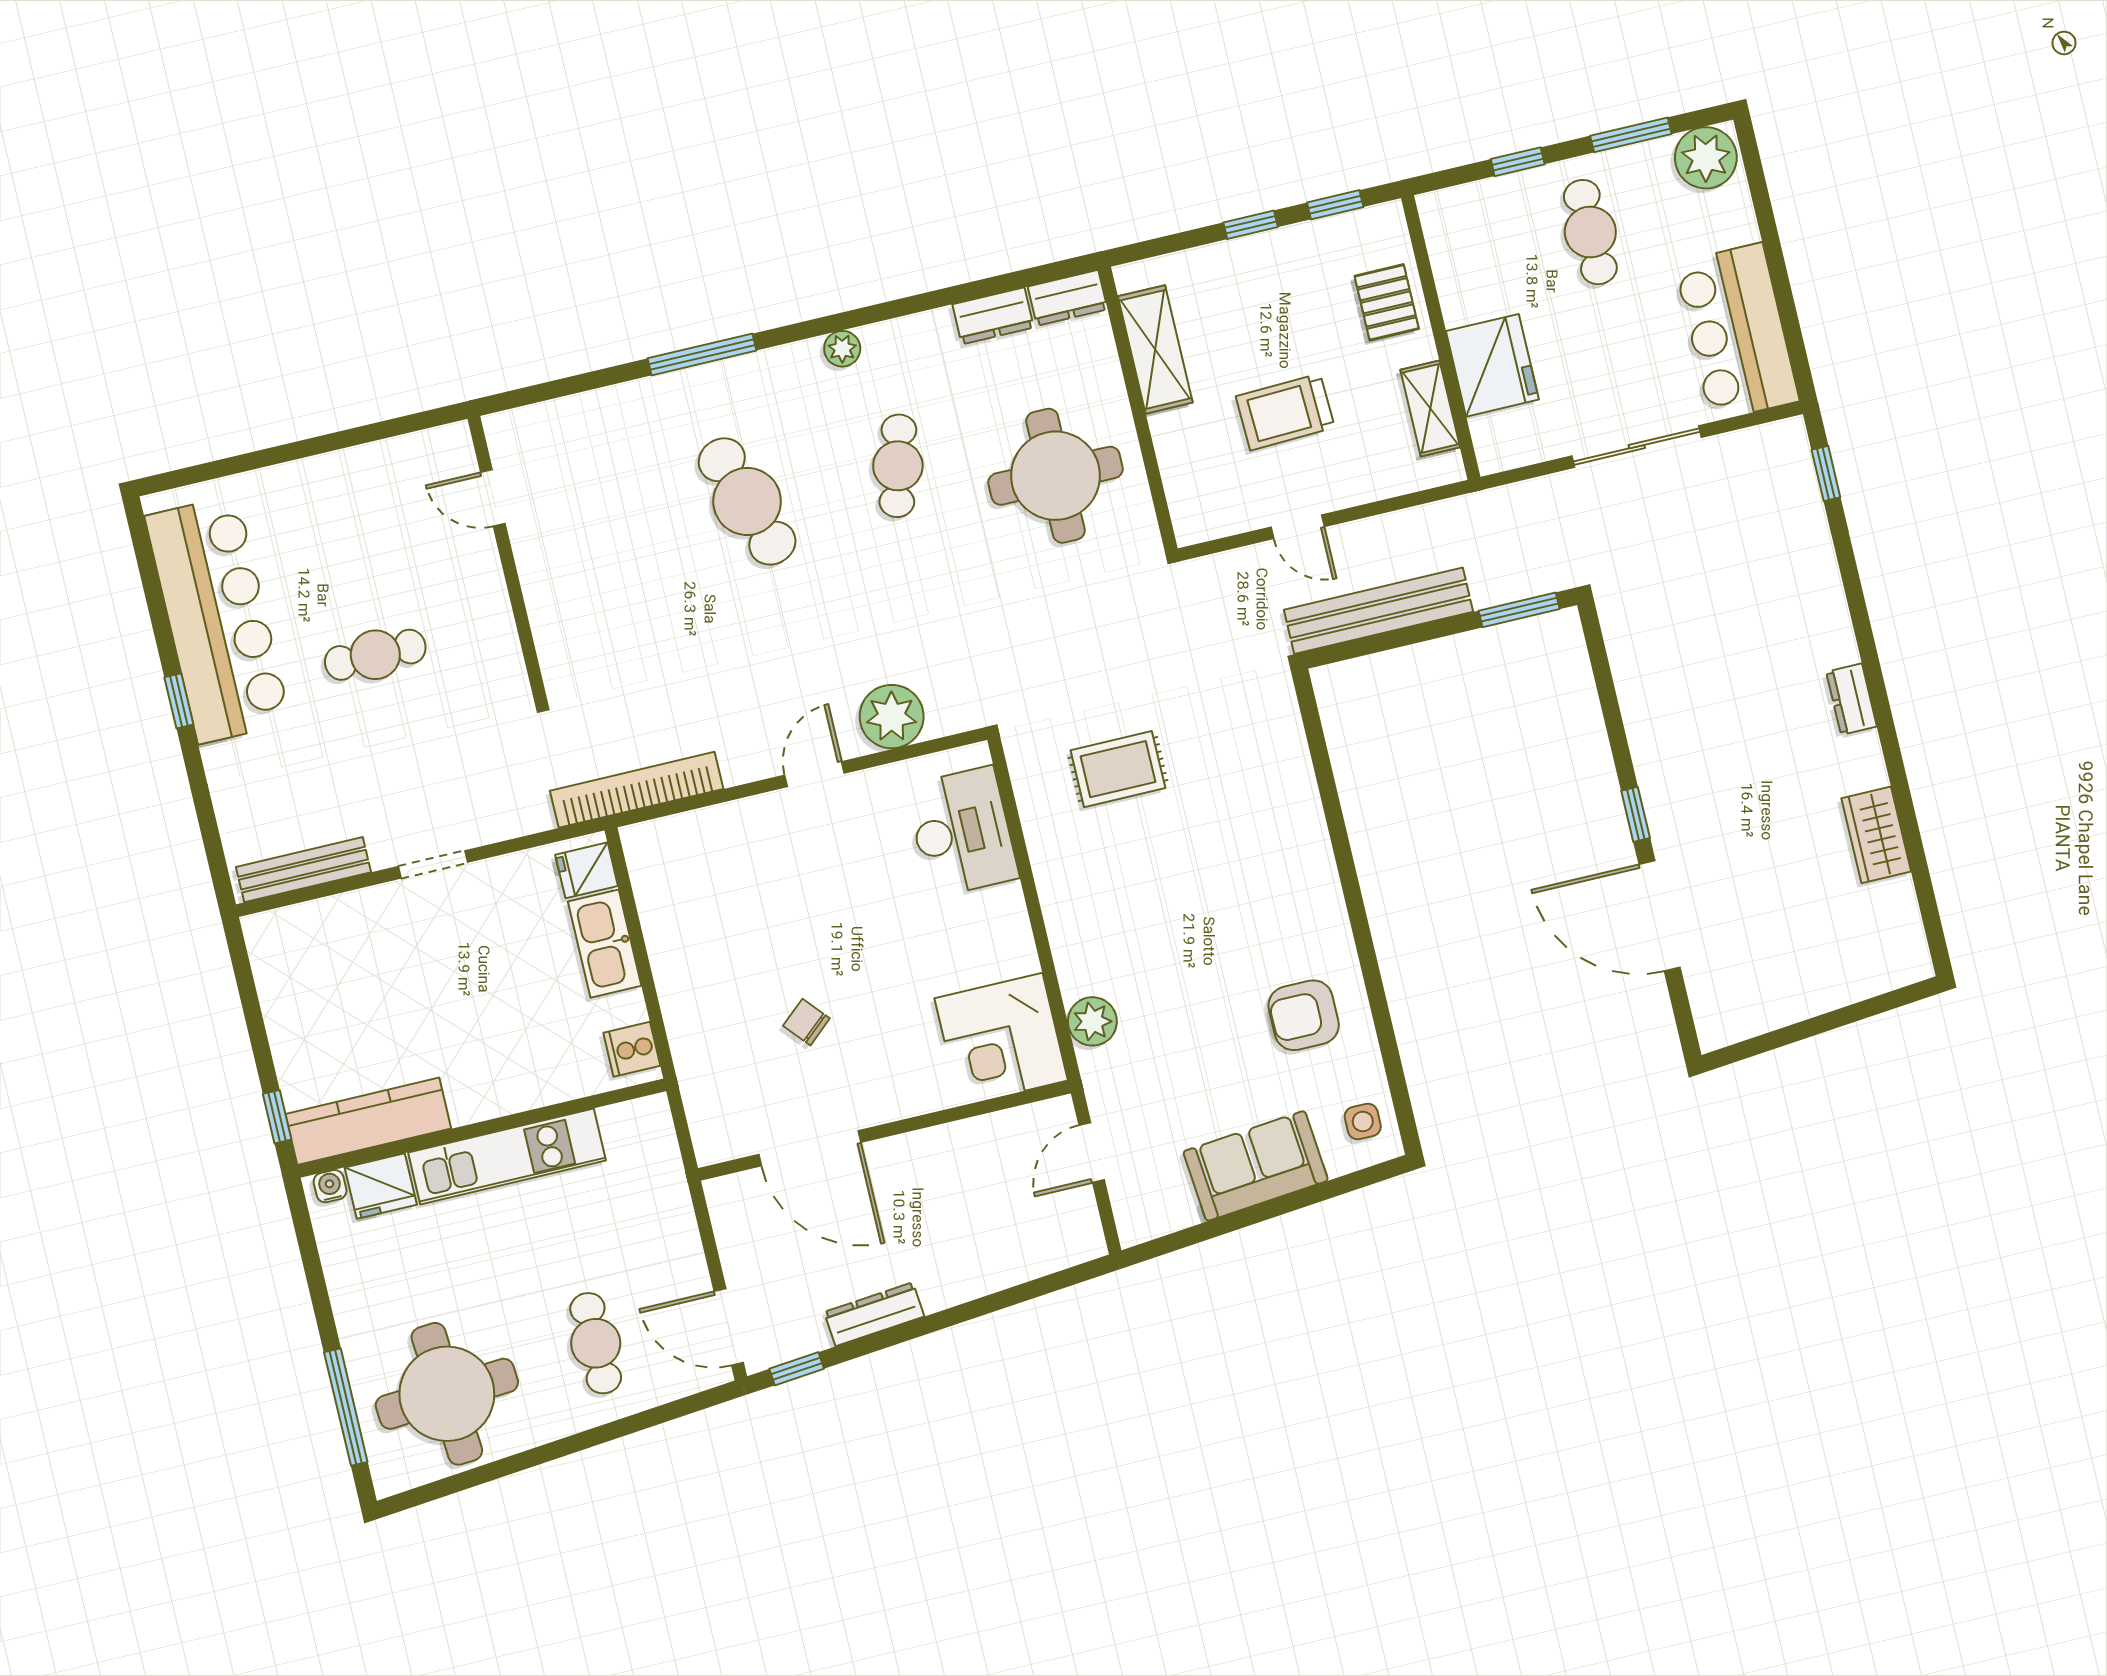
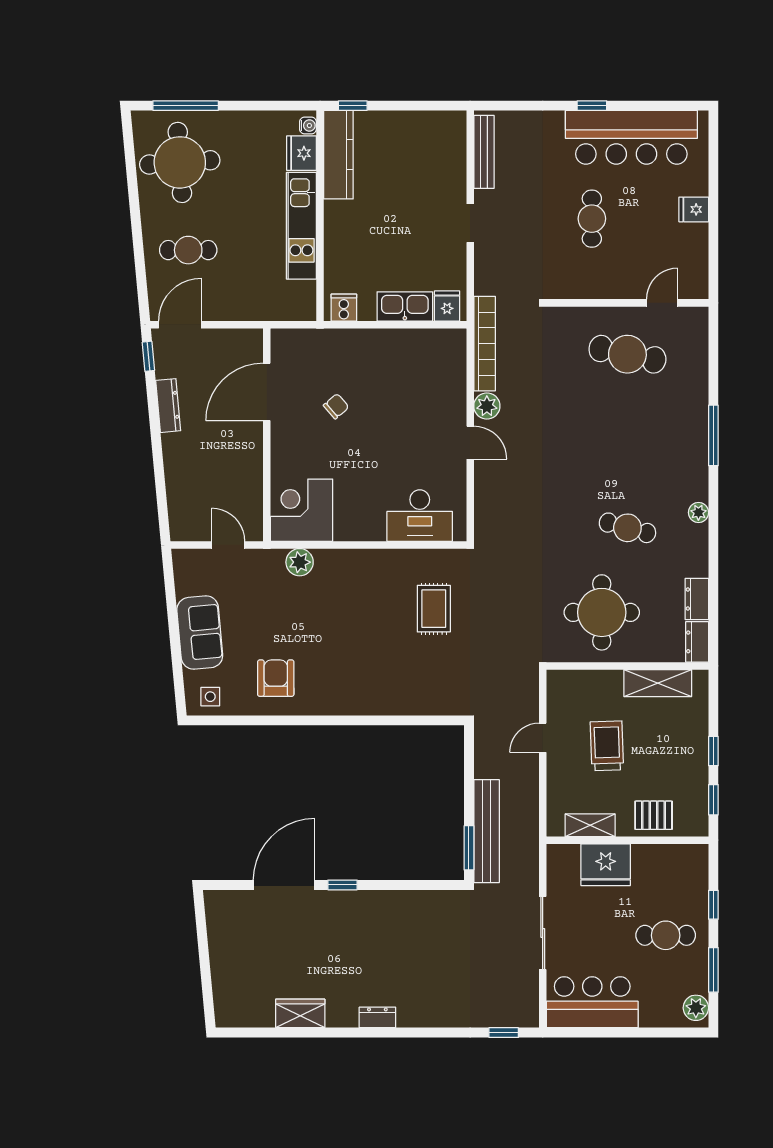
plant: (1706, 158) -> (696, 1008), width x0.73, depth x0.73
fridge: (317, 481) -> (694, 209), added
cafe table: (747, 501) -> (627, 354), moved, turned 30
bench: (1379, 611) -> (487, 831), moved
plant: (892, 717) -> (487, 406), moved, width x0.73, depth x0.73

